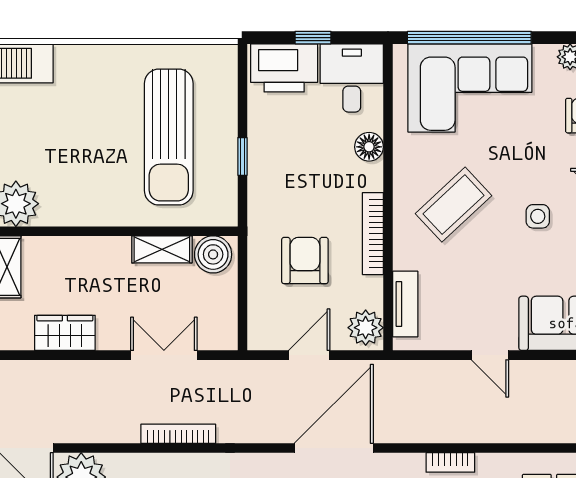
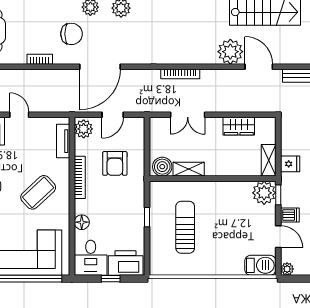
sun lounger: (169, 137) -> (185, 227), width x0.73, depth x0.75

